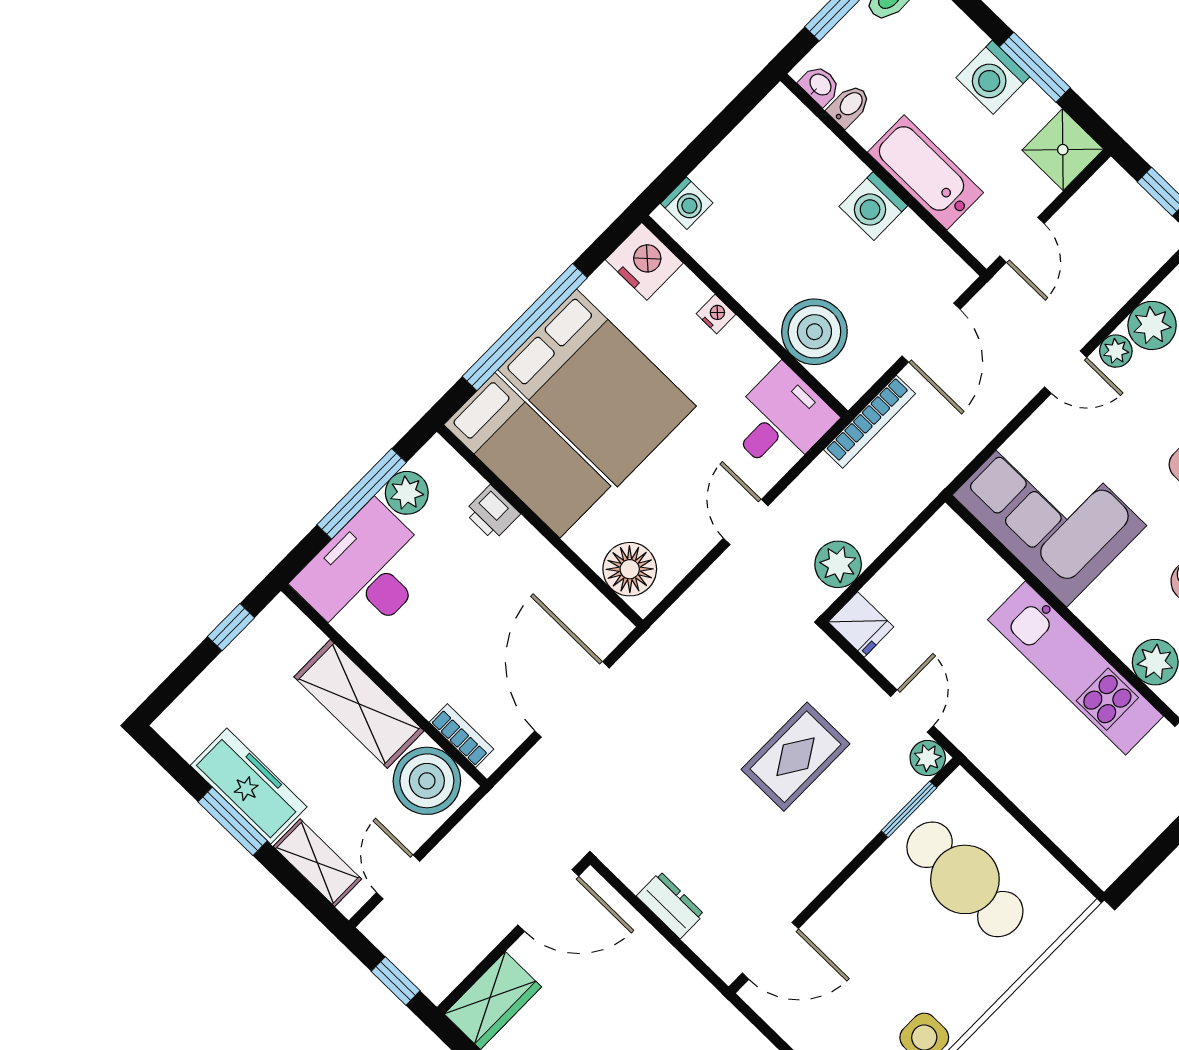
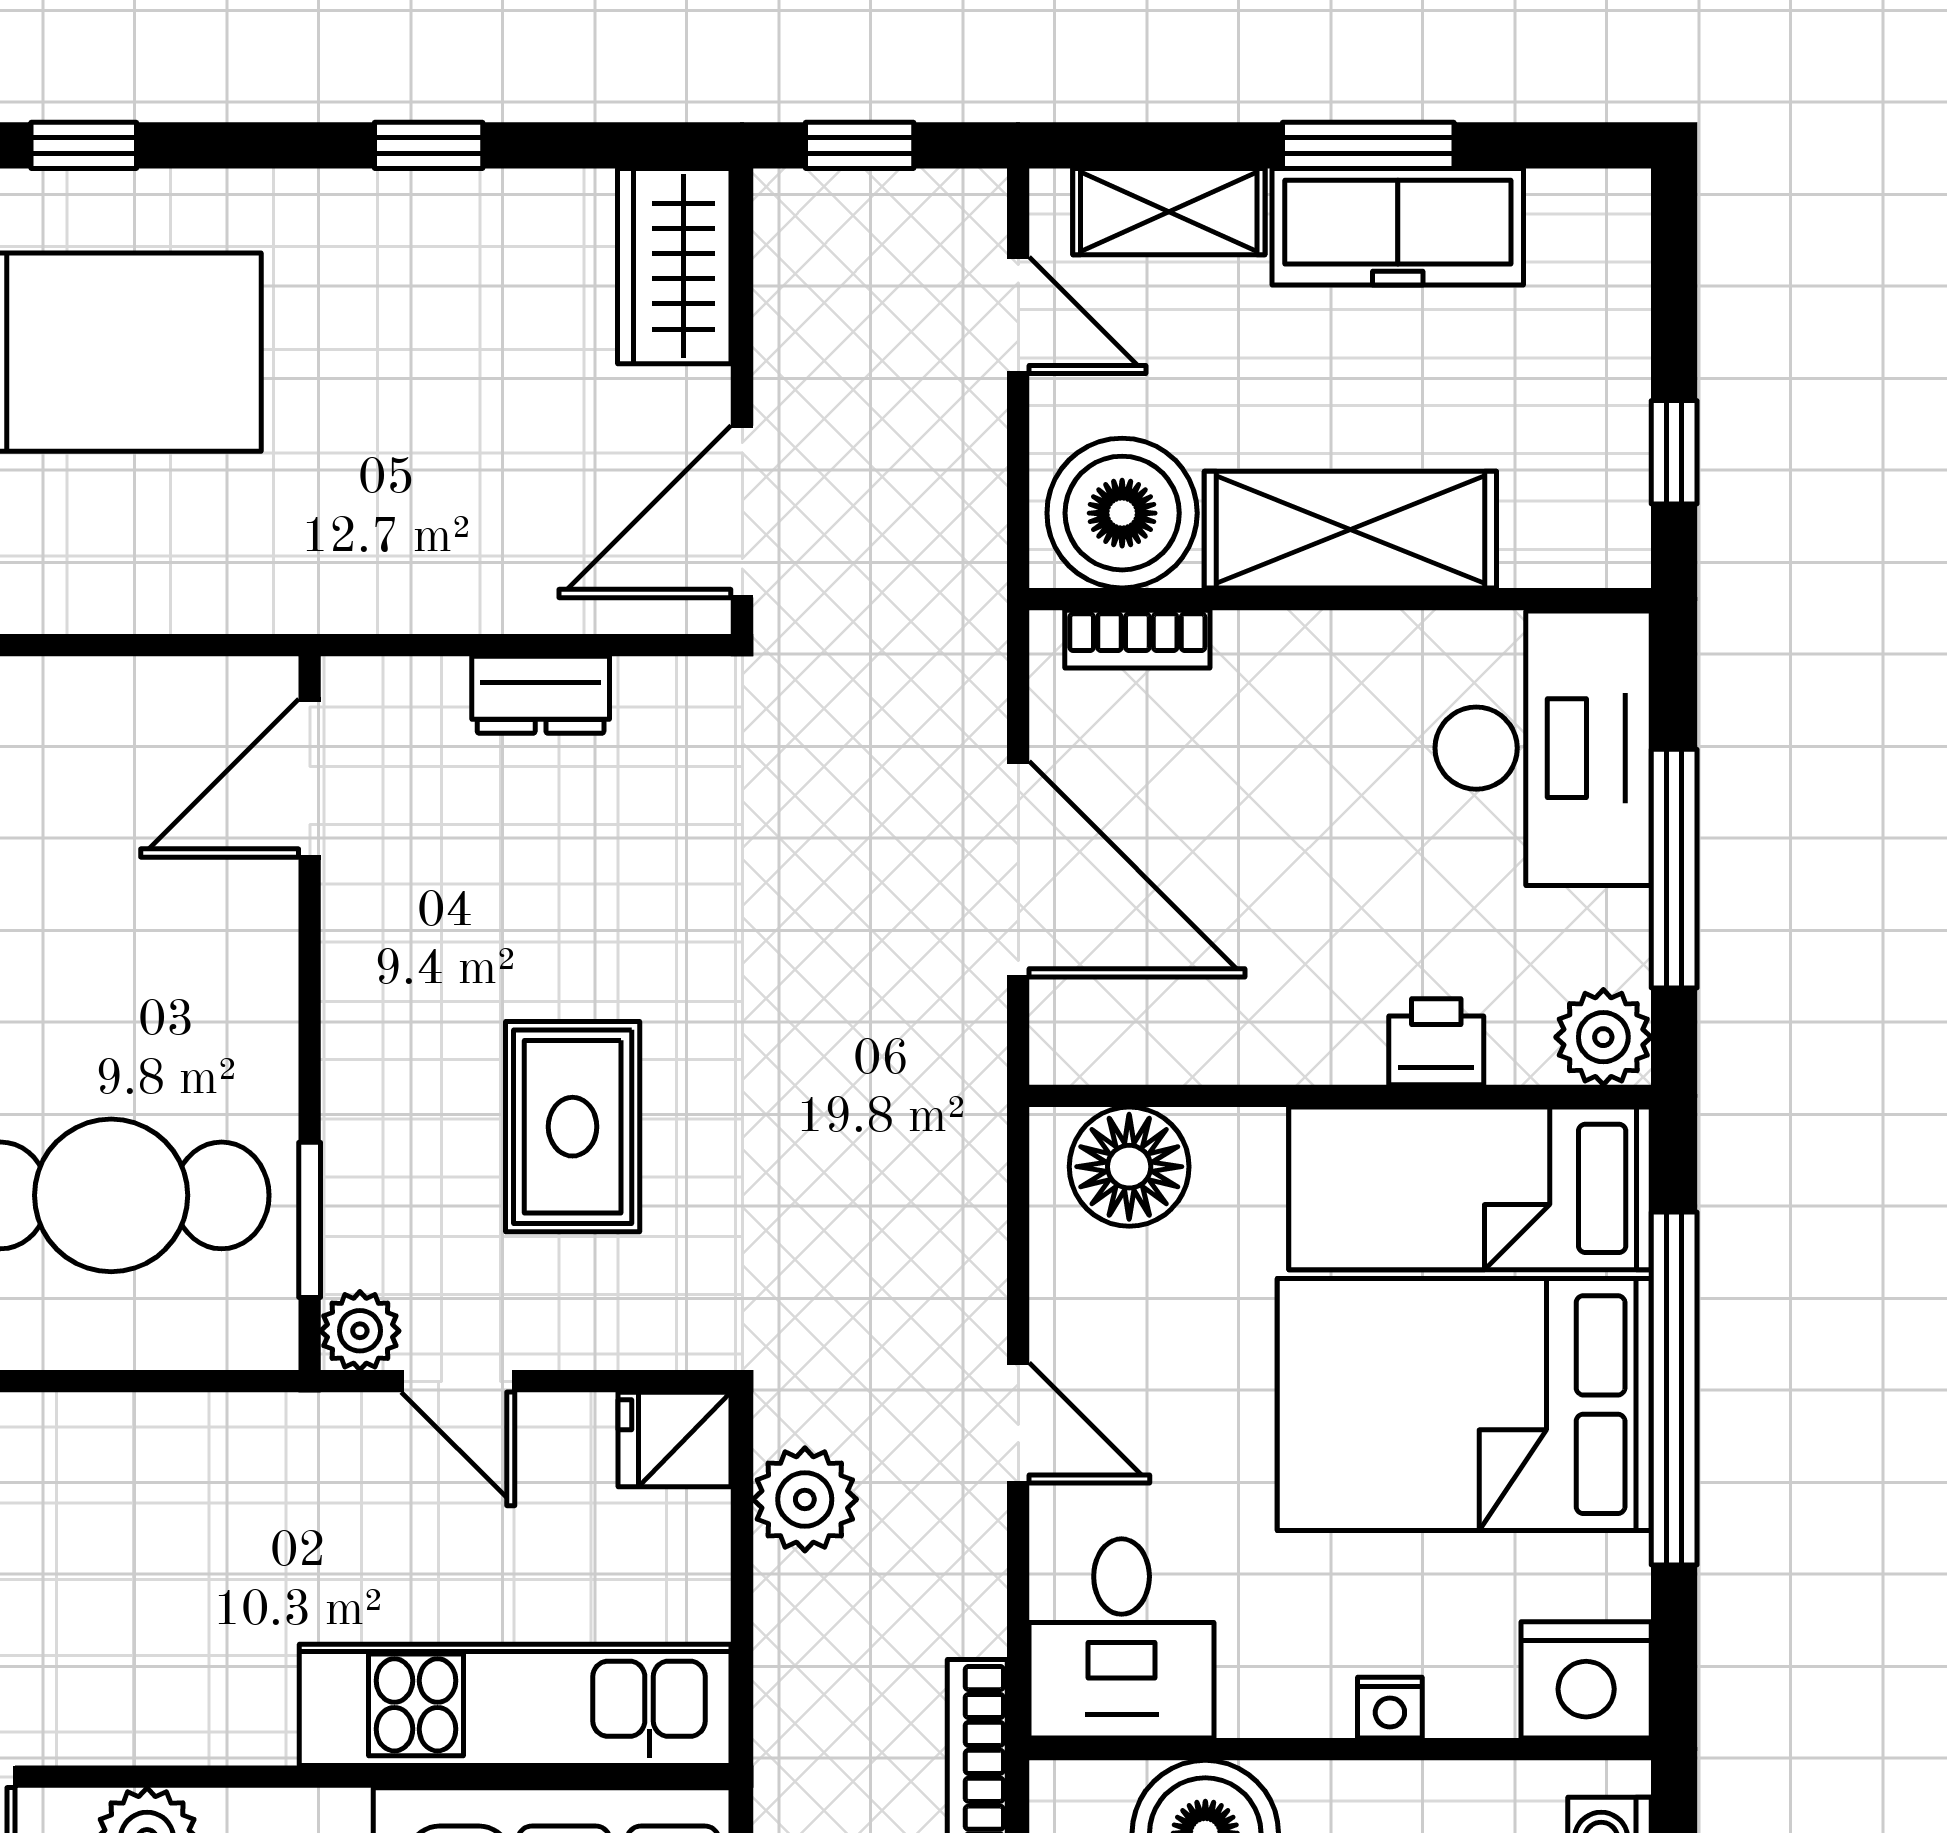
plant: (407, 493) -> (1603, 1037), moved
kitchen unit: (1076, 668) -> (515, 1705), moved

